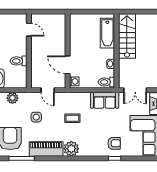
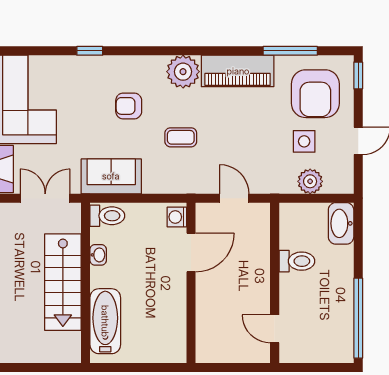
stairs: (127, 36) -> (63, 282), moved
door: (68, 65) -> (191, 253), hinge flipped
side table: (36, 117) -> (304, 141), moved
armchair: (114, 143) -> (129, 106), moved

